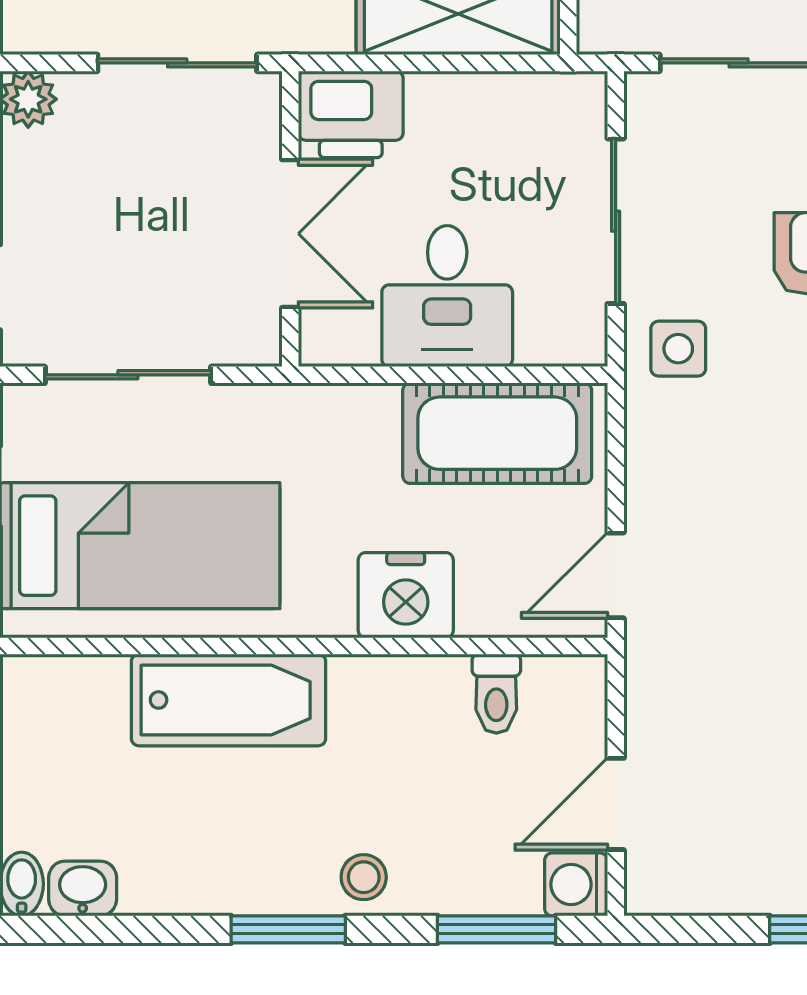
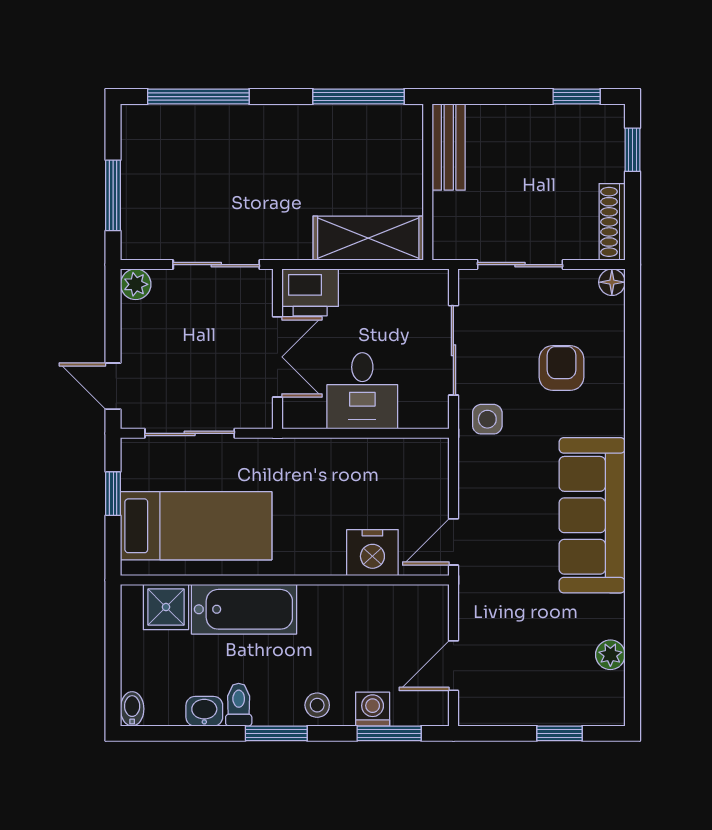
cot: (497, 433) -> (389, 465), removed
nightstand: (406, 595) -> (372, 553), moved
toilet: (496, 694) -> (239, 705), moved, turned 180
shower: (84, 696) -> (166, 607), added
washing machine: (576, 884) -> (373, 709), moved, turned 90
washbasin: (83, 888) -> (204, 711), moved

